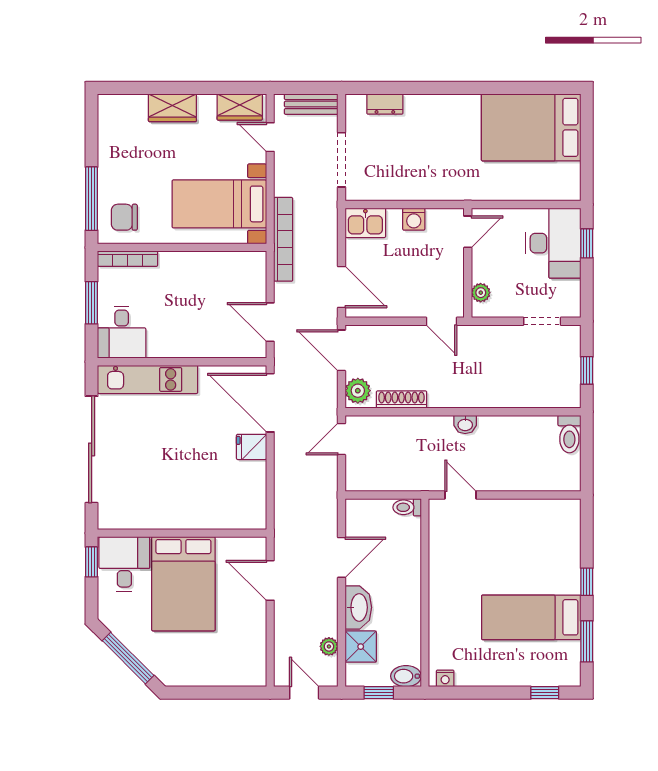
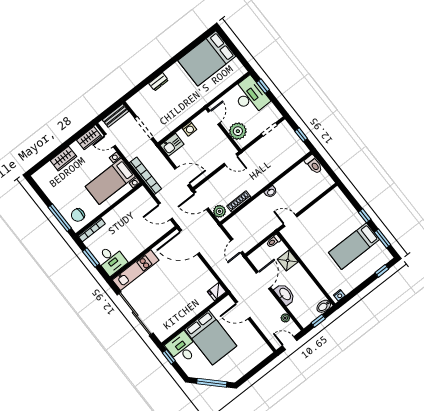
dresser: (385, 104) -> (158, 82), moved
plant: (481, 293) -> (238, 131), width x1.87, depth x1.87
door: (342, 439) -> (237, 246), moved
fridge: (251, 447) -> (217, 292), moved
shower: (361, 647) -> (288, 260), moved

